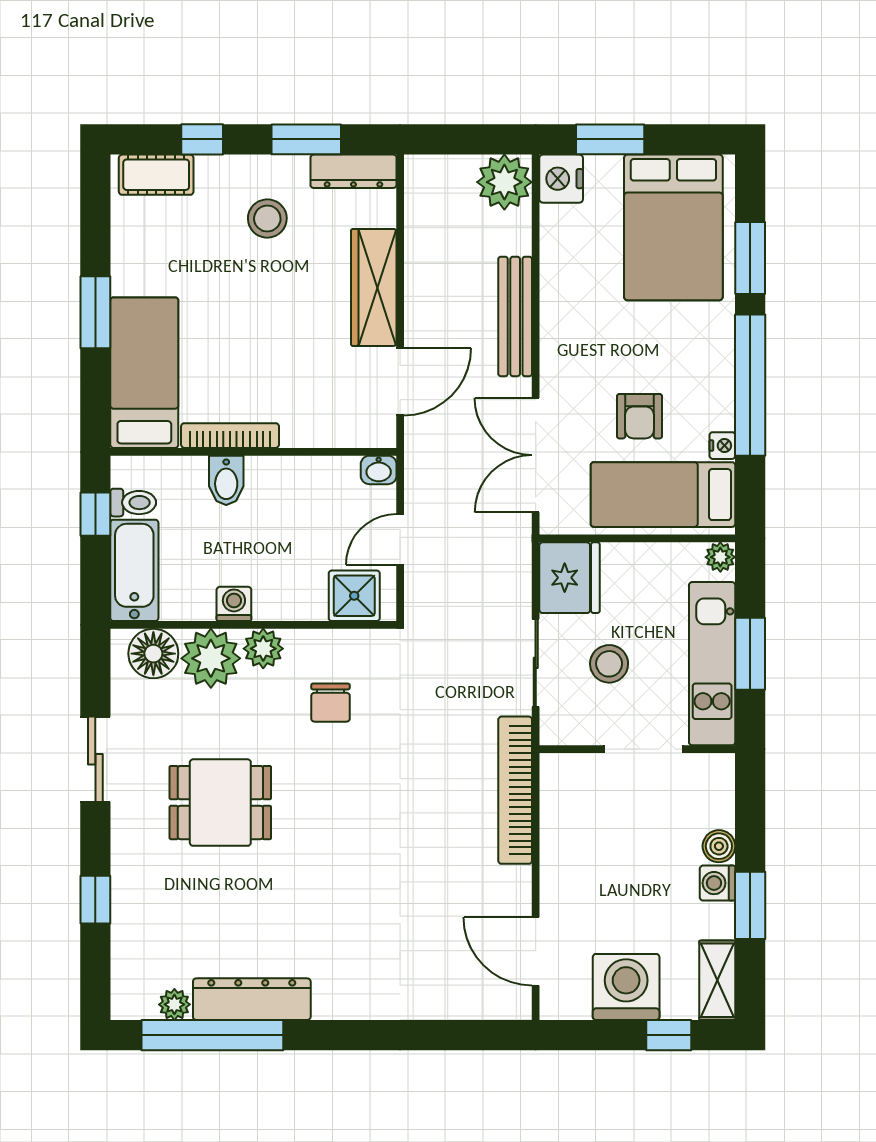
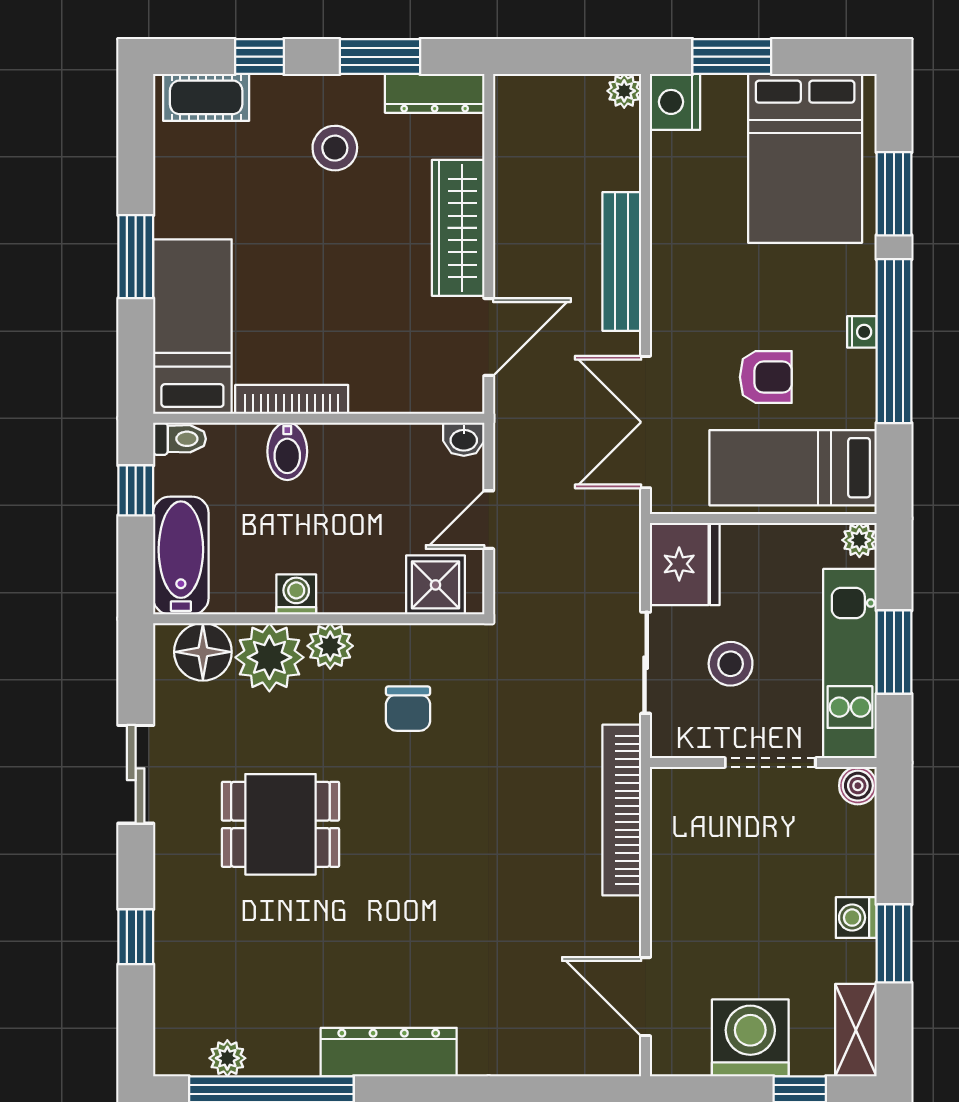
plant: (504, 182) -> (624, 91), width x0.53, depth x0.53
armchair: (639, 416) -> (766, 377), turned -90
nightstand: (722, 446) -> (862, 332), moved
toilet: (133, 503) -> (180, 439), moved
boiler: (719, 846) -> (858, 786), moved
dresser: (252, 999) -> (389, 1052), moved

